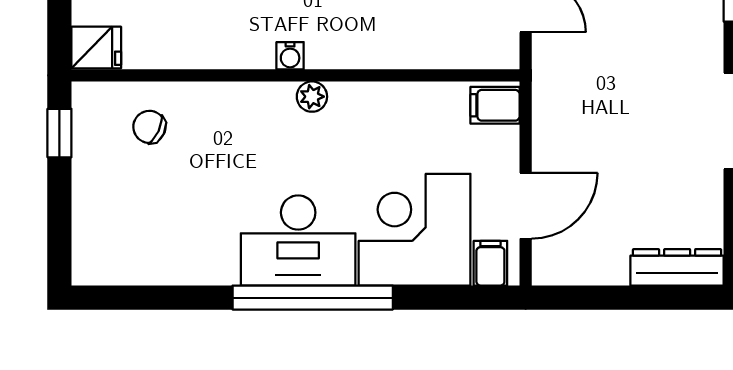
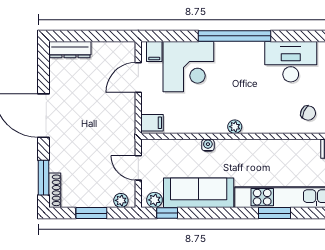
water cooler: (290, 56) -> (208, 145), moved
desk: (298, 240) -> (291, 62), moved

